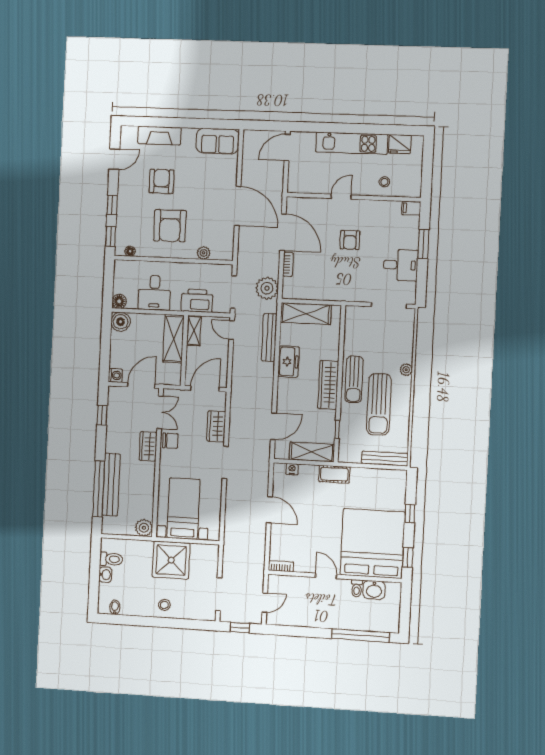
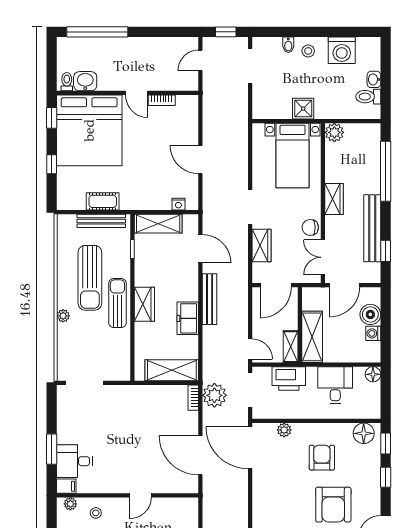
armchair: (162, 181) -> (333, 505), width x1.36, depth x1.36
plant: (408, 191) -> (70, 504), added
door: (238, 206) -> (250, 448), moved
armchair: (170, 226) -> (322, 458), width x0.73, depth x0.73
armchair: (350, 240) -> (129, 450), removed
floor lamp: (130, 251) -> (364, 433), width x1.89, depth x1.89
bookcase: (288, 264) -> (193, 398), moved
desk: (401, 265) -> (74, 461), moved
boiler: (121, 322) -> (370, 314), moved
bench: (269, 338) -> (210, 299), moved
washing machine: (115, 375) -> (373, 333), moved
wardrobe: (328, 385) -> (144, 304), width x0.67
sun lounger: (379, 404) -> (90, 278), turned 180
door: (273, 426) -> (200, 249), swing flipped
wardrobe: (148, 446) -> (334, 199), moved
bench: (385, 458) -> (101, 221), moved
cot: (334, 474) -> (103, 201), moved
bench: (111, 485) -> (372, 228), moved
shower: (171, 560) -> (303, 109), width x0.54, depth x0.54
bookcase: (281, 566) -> (162, 100), moved
toilet: (357, 588) -> (67, 82), moved
washing machine: (134, 603) -> (342, 50), added
bidet: (115, 607) -> (288, 45), moved

